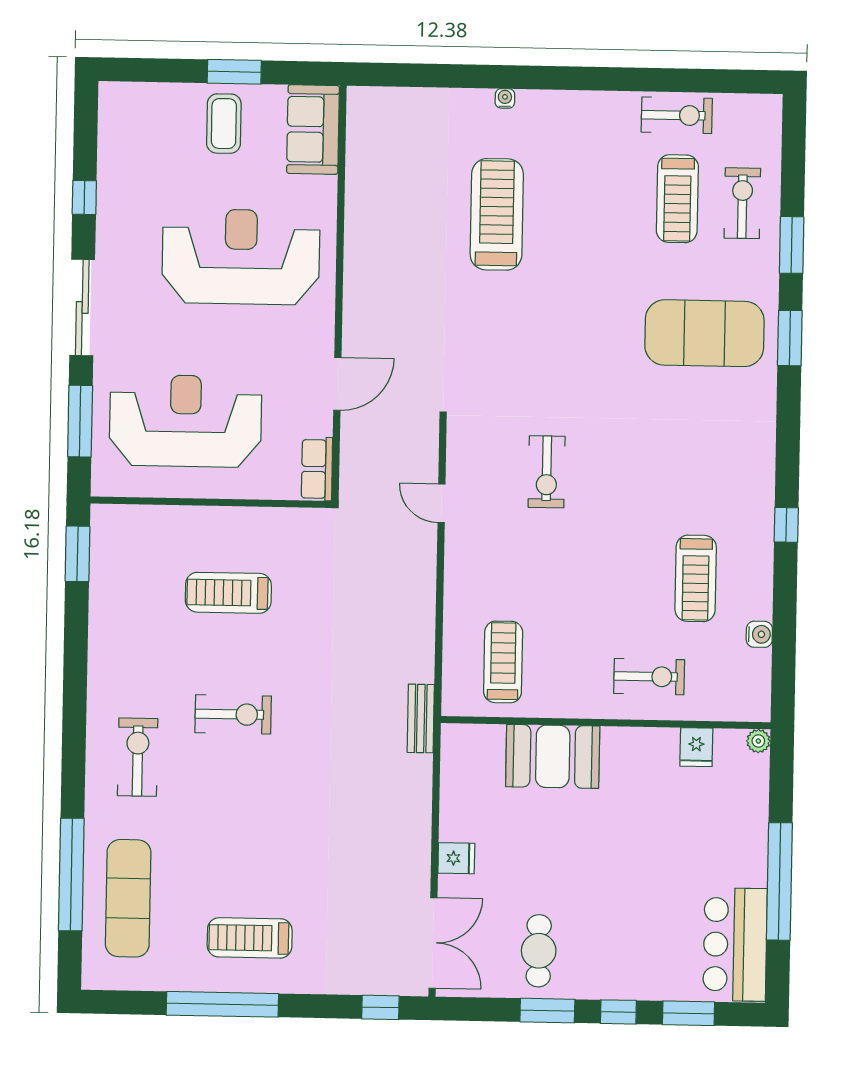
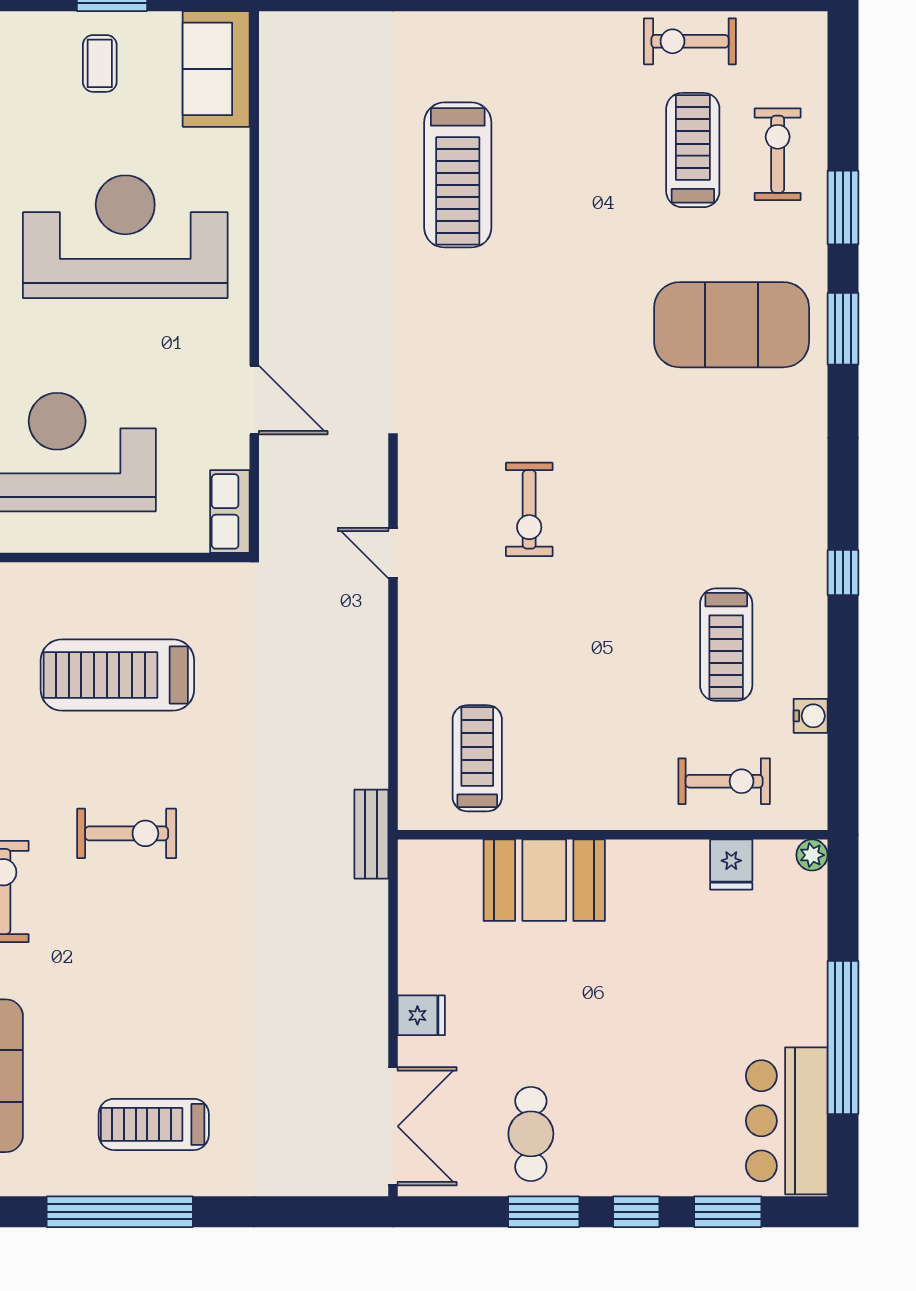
water cooler: (505, 98) -> (466, 24), removed
exercise bike: (677, 115) -> (690, 41), turned 180
coffee table: (224, 124) -> (100, 63), width x0.73, depth x0.77
treadmill: (677, 199) -> (693, 150), turned 180
treadmill: (497, 214) -> (458, 175), turned 180
door: (337, 384) -> (254, 400), hinge flipped
treadmill: (228, 593) -> (117, 675), width x1.37, depth x1.38
exercise bike: (649, 677) -> (724, 781), moved
window: (380, 1007) -> (326, 1212), removed

